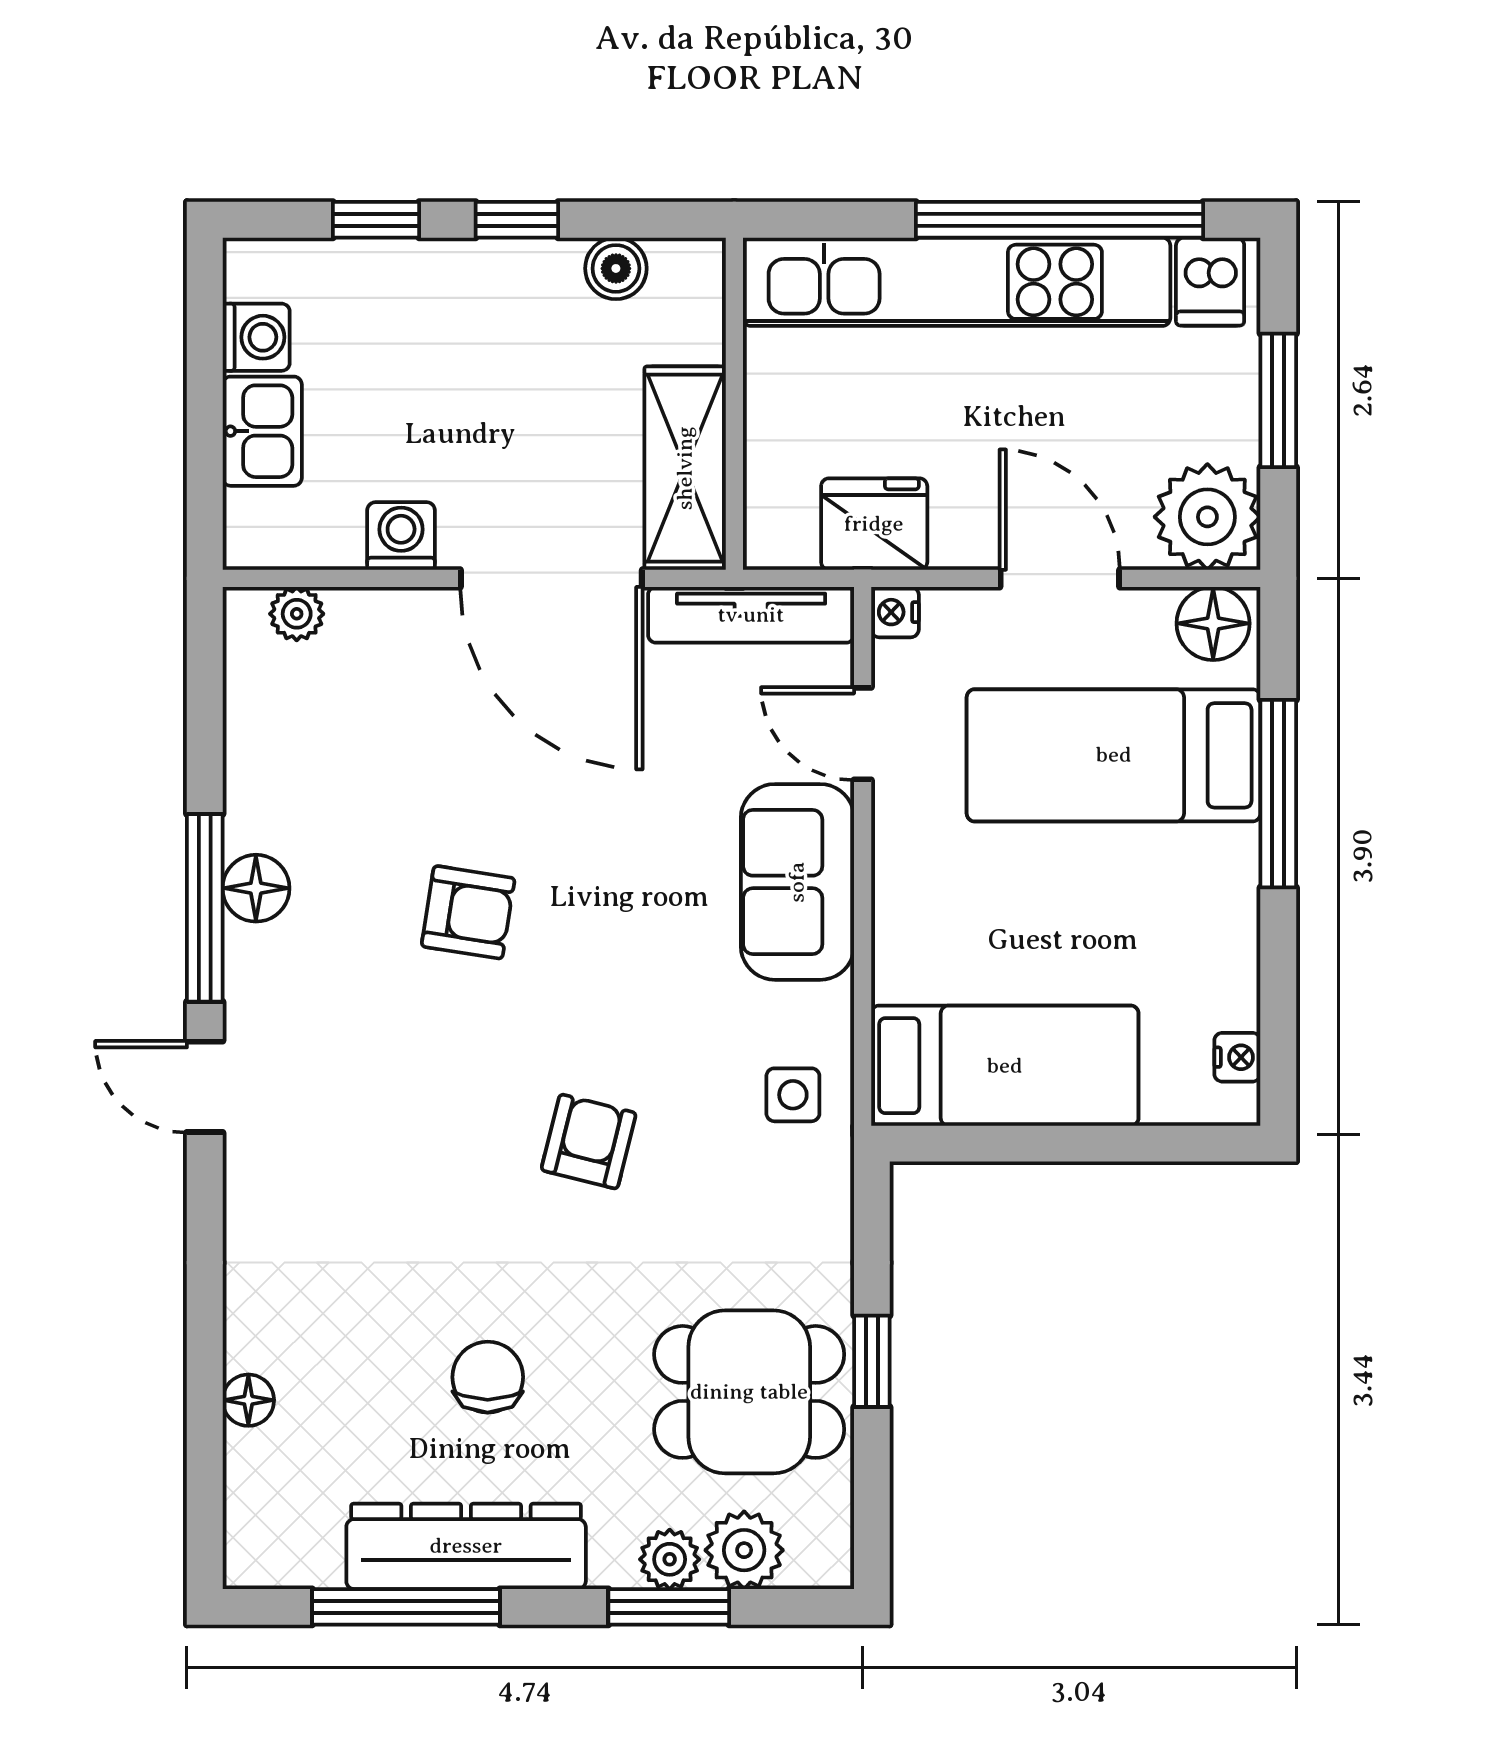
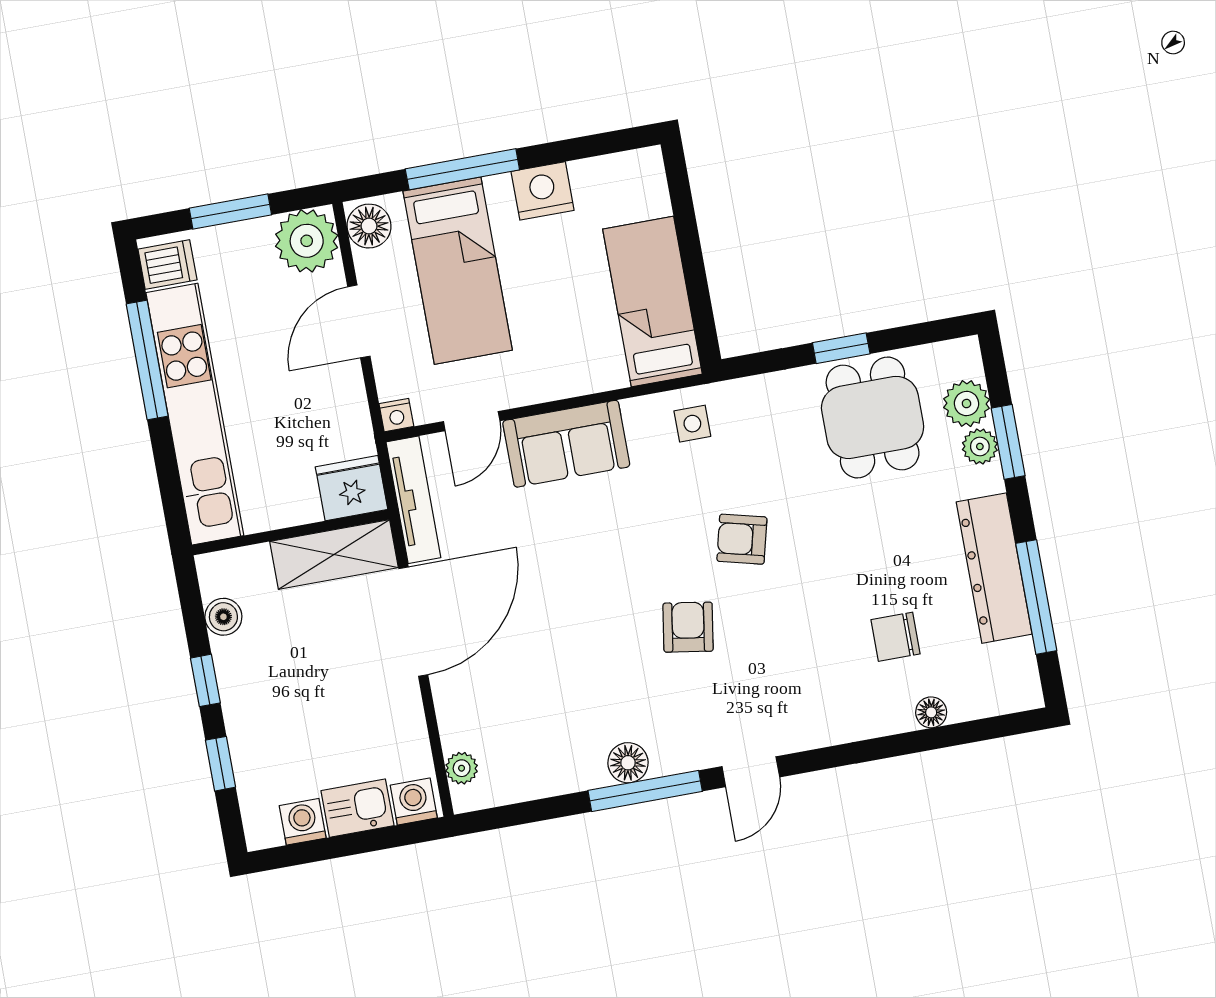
window: (1059, 220) -> (147, 360), width x0.68
fridge: (874, 524) -> (351, 488), moved, turned 90
washing machine: (401, 536) -> (414, 802), moved, turned 90
armchair: (468, 912) -> (688, 627), moved
nightstand: (1237, 1057) -> (543, 191), moved, width x1.89, depth x1.79
chair: (488, 1377) -> (896, 637), moved

